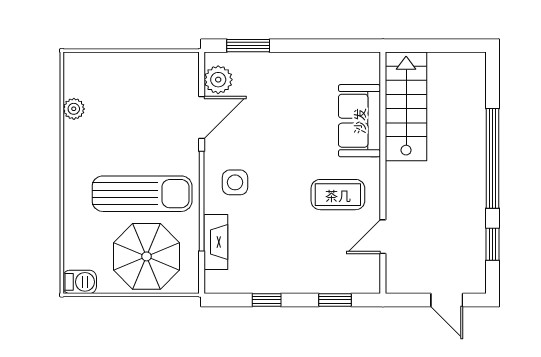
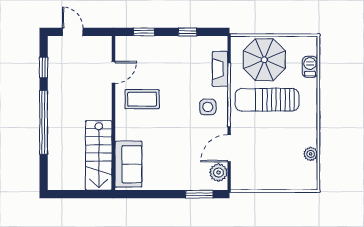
sofa: (359, 121) -> (128, 164), moved
barbecue: (80, 282) -> (310, 67), moved, turned 90

